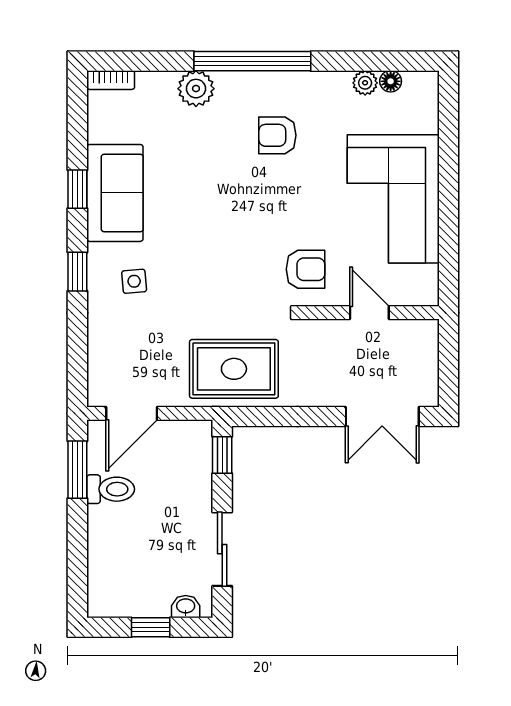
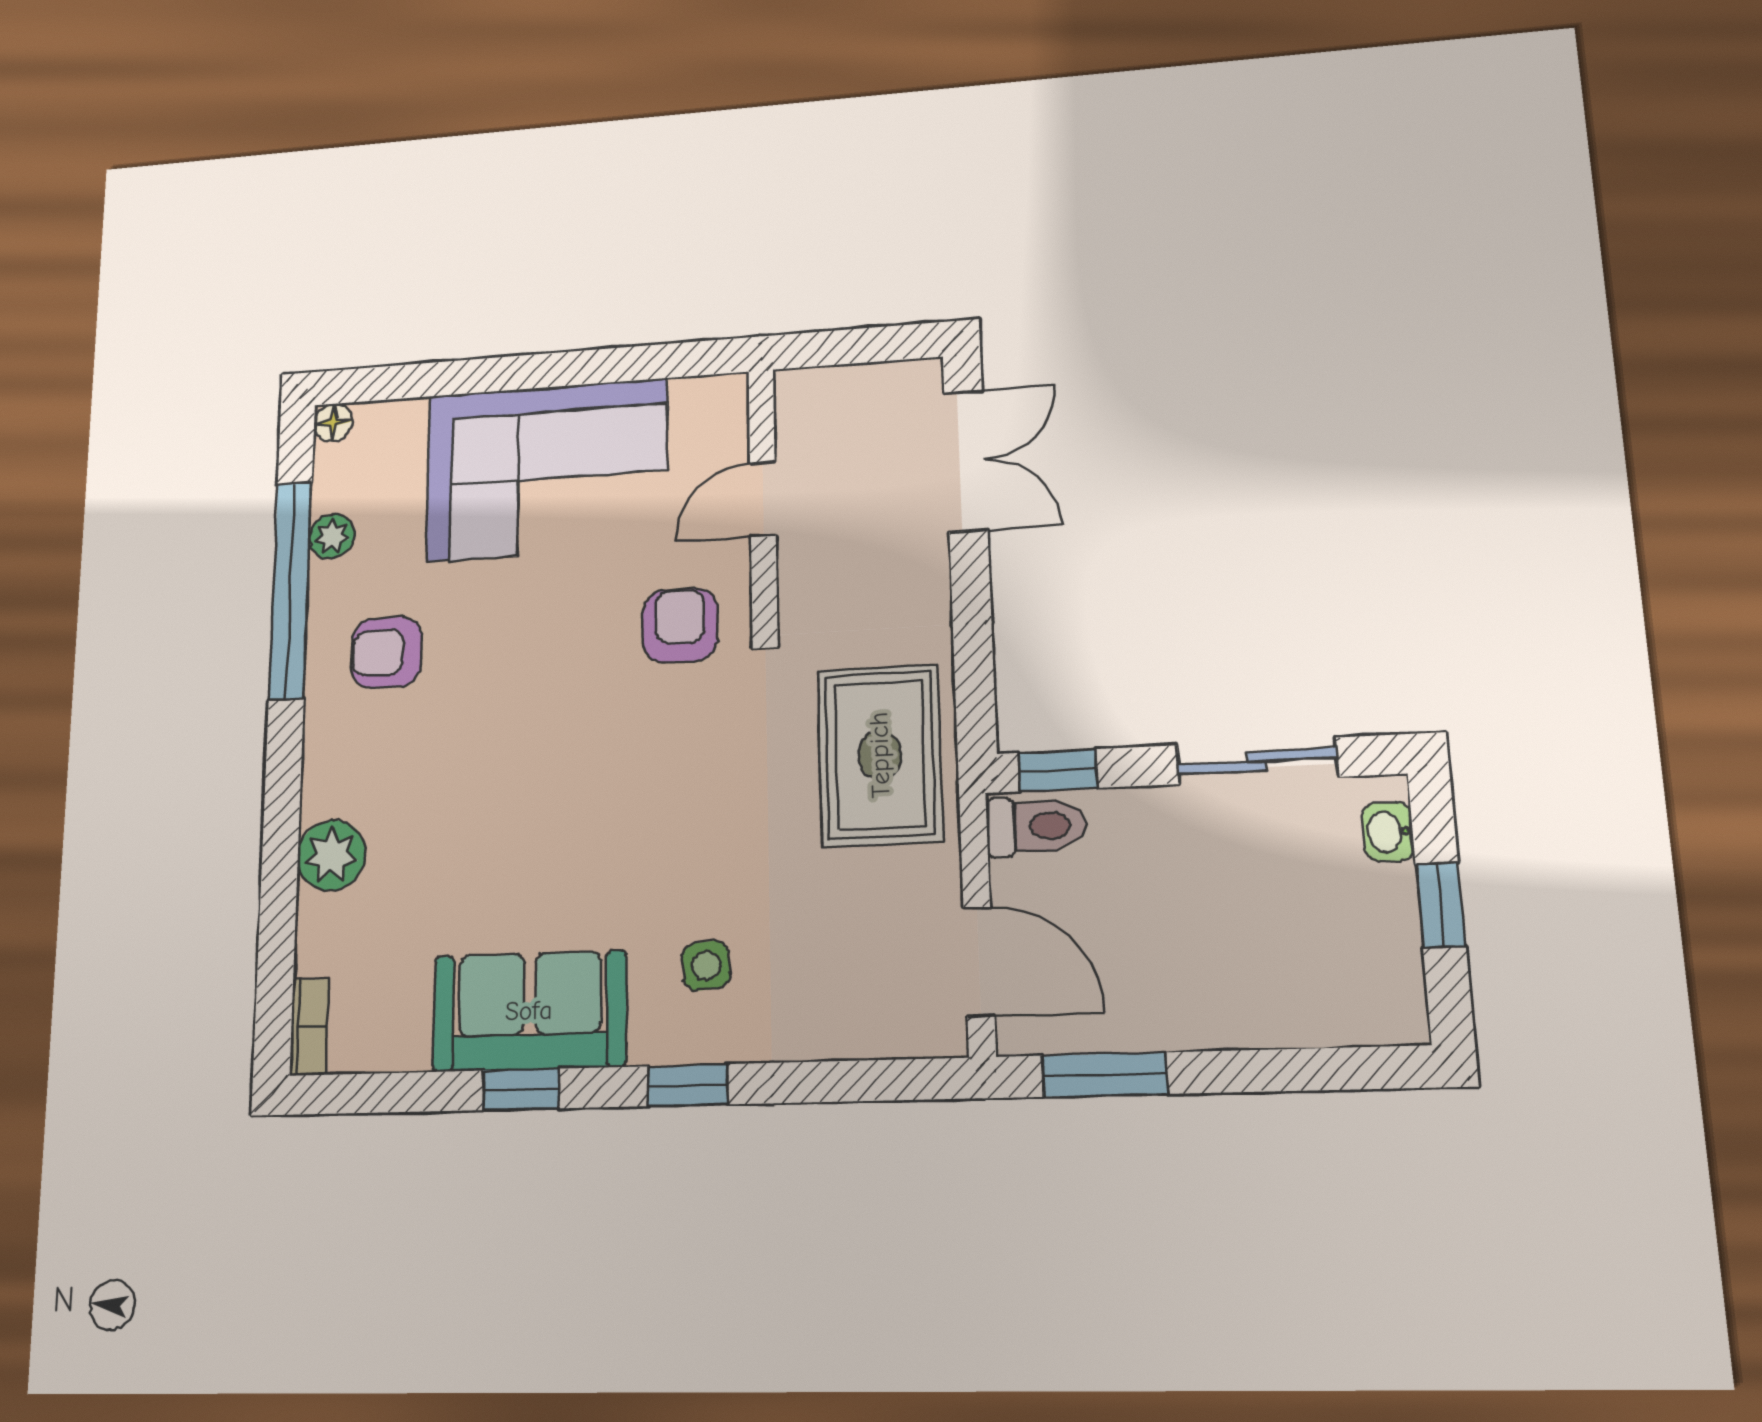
window: (252, 61) -> (291, 590), moved
floor lamp: (391, 81) -> (333, 423), moved
armchair: (277, 135) -> (387, 652), moved, turned 90
toilet: (111, 489) -> (1036, 826), moved, turned 90

